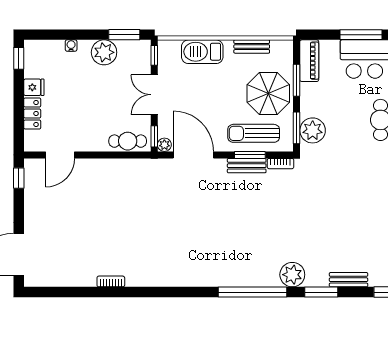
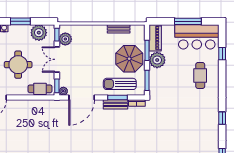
window: (124, 35) -> (20, 21), moved
plant: (104, 52) -> (39, 33), moved
barbecue: (202, 52) -> (87, 32), removed
plant: (168, 62) -> (65, 39), added
round table: (93, 103) -> (18, 65), added
plant: (313, 130) -> (157, 60), moved
door: (193, 155) -> (82, 98), swing flipped

